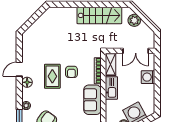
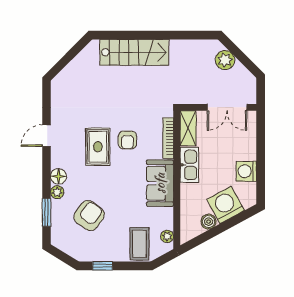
stairs: (99, 15) -> (134, 52), moved
washing machine: (148, 77) -> (246, 171), moved
floor lamp: (27, 82) -> (59, 176), moved

